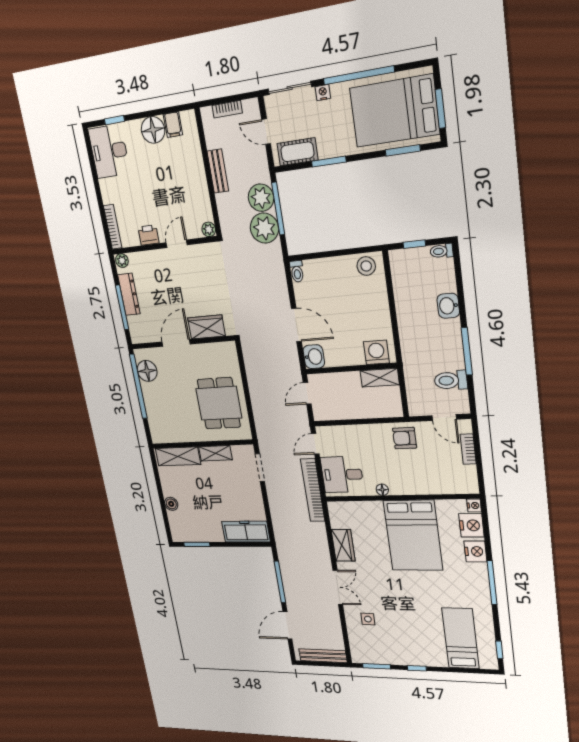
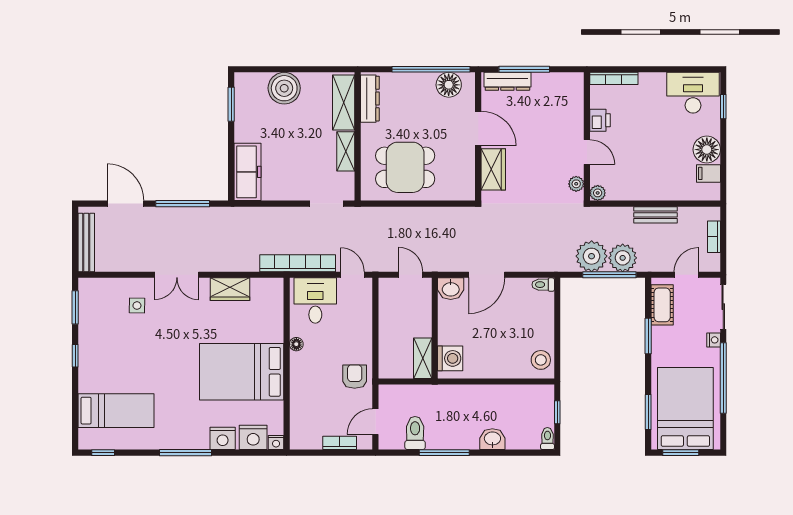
plant: (122, 261) -> (576, 184), moved
dresser: (129, 294) -> (507, 81), moved
dresser: (171, 435) -> (370, 99), added
boiler: (171, 504) -> (284, 88), width x1.86, depth x1.86

